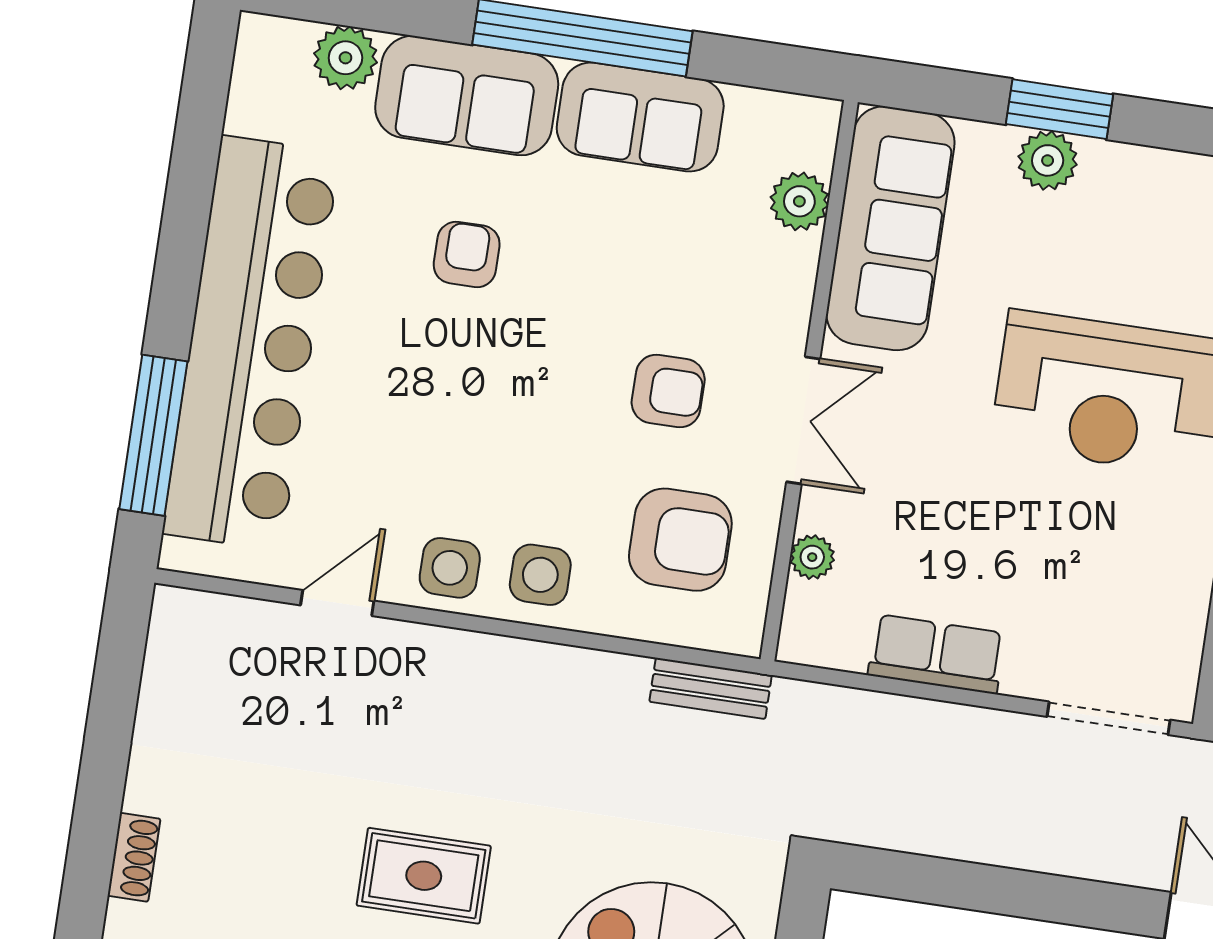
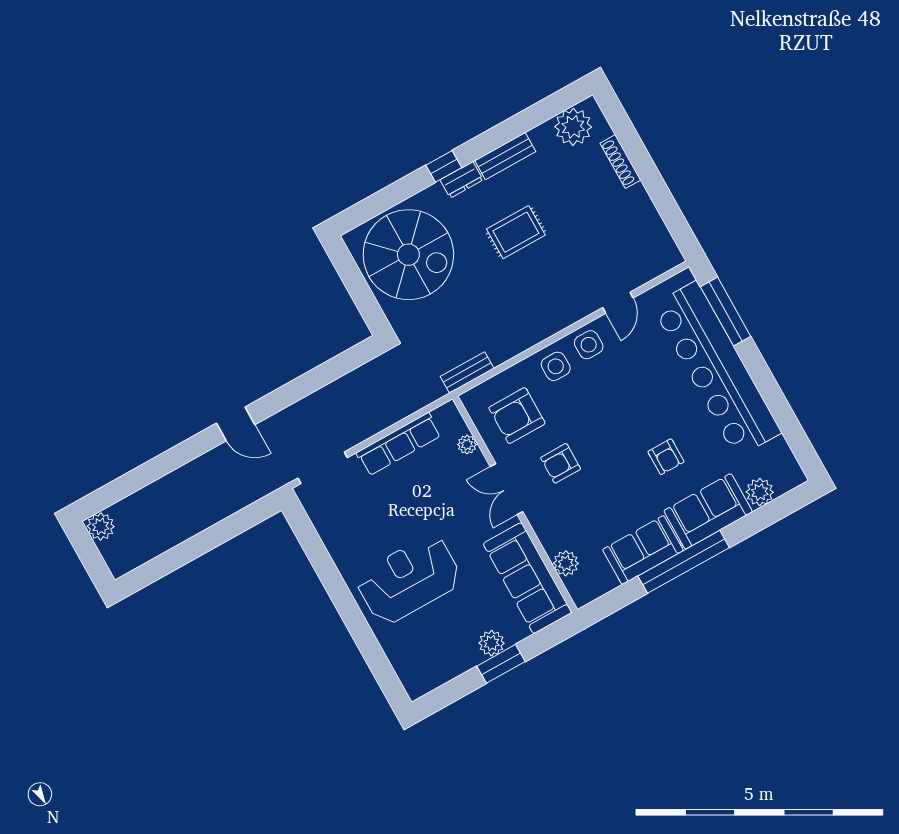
row of seats: (936, 654) -> (399, 444), width x1.48
shoe rack: (134, 857) -> (620, 162), width x1.43

